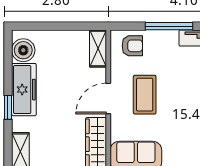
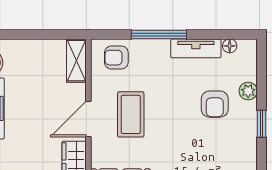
armchair: (132, 46) -> (116, 58), turned 180

